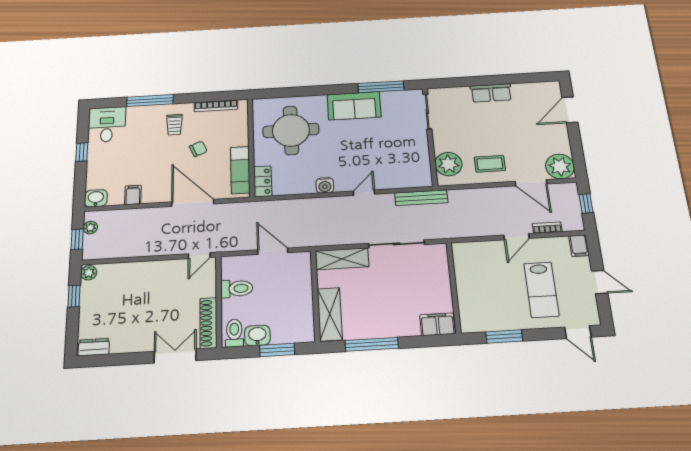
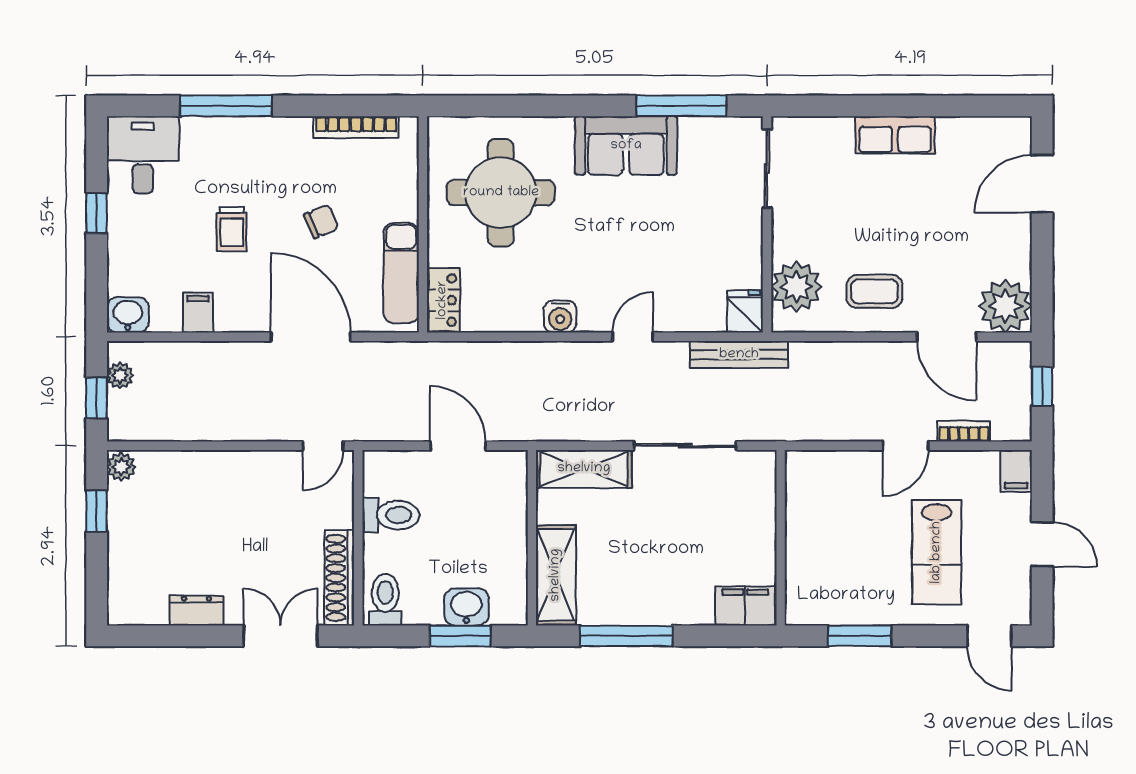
trolley: (174, 125) -> (232, 229), moved
fridge: (423, 177) -> (745, 311), added
washbasin: (257, 335) -> (466, 607), moved
dresser: (94, 347) -> (196, 610), moved

